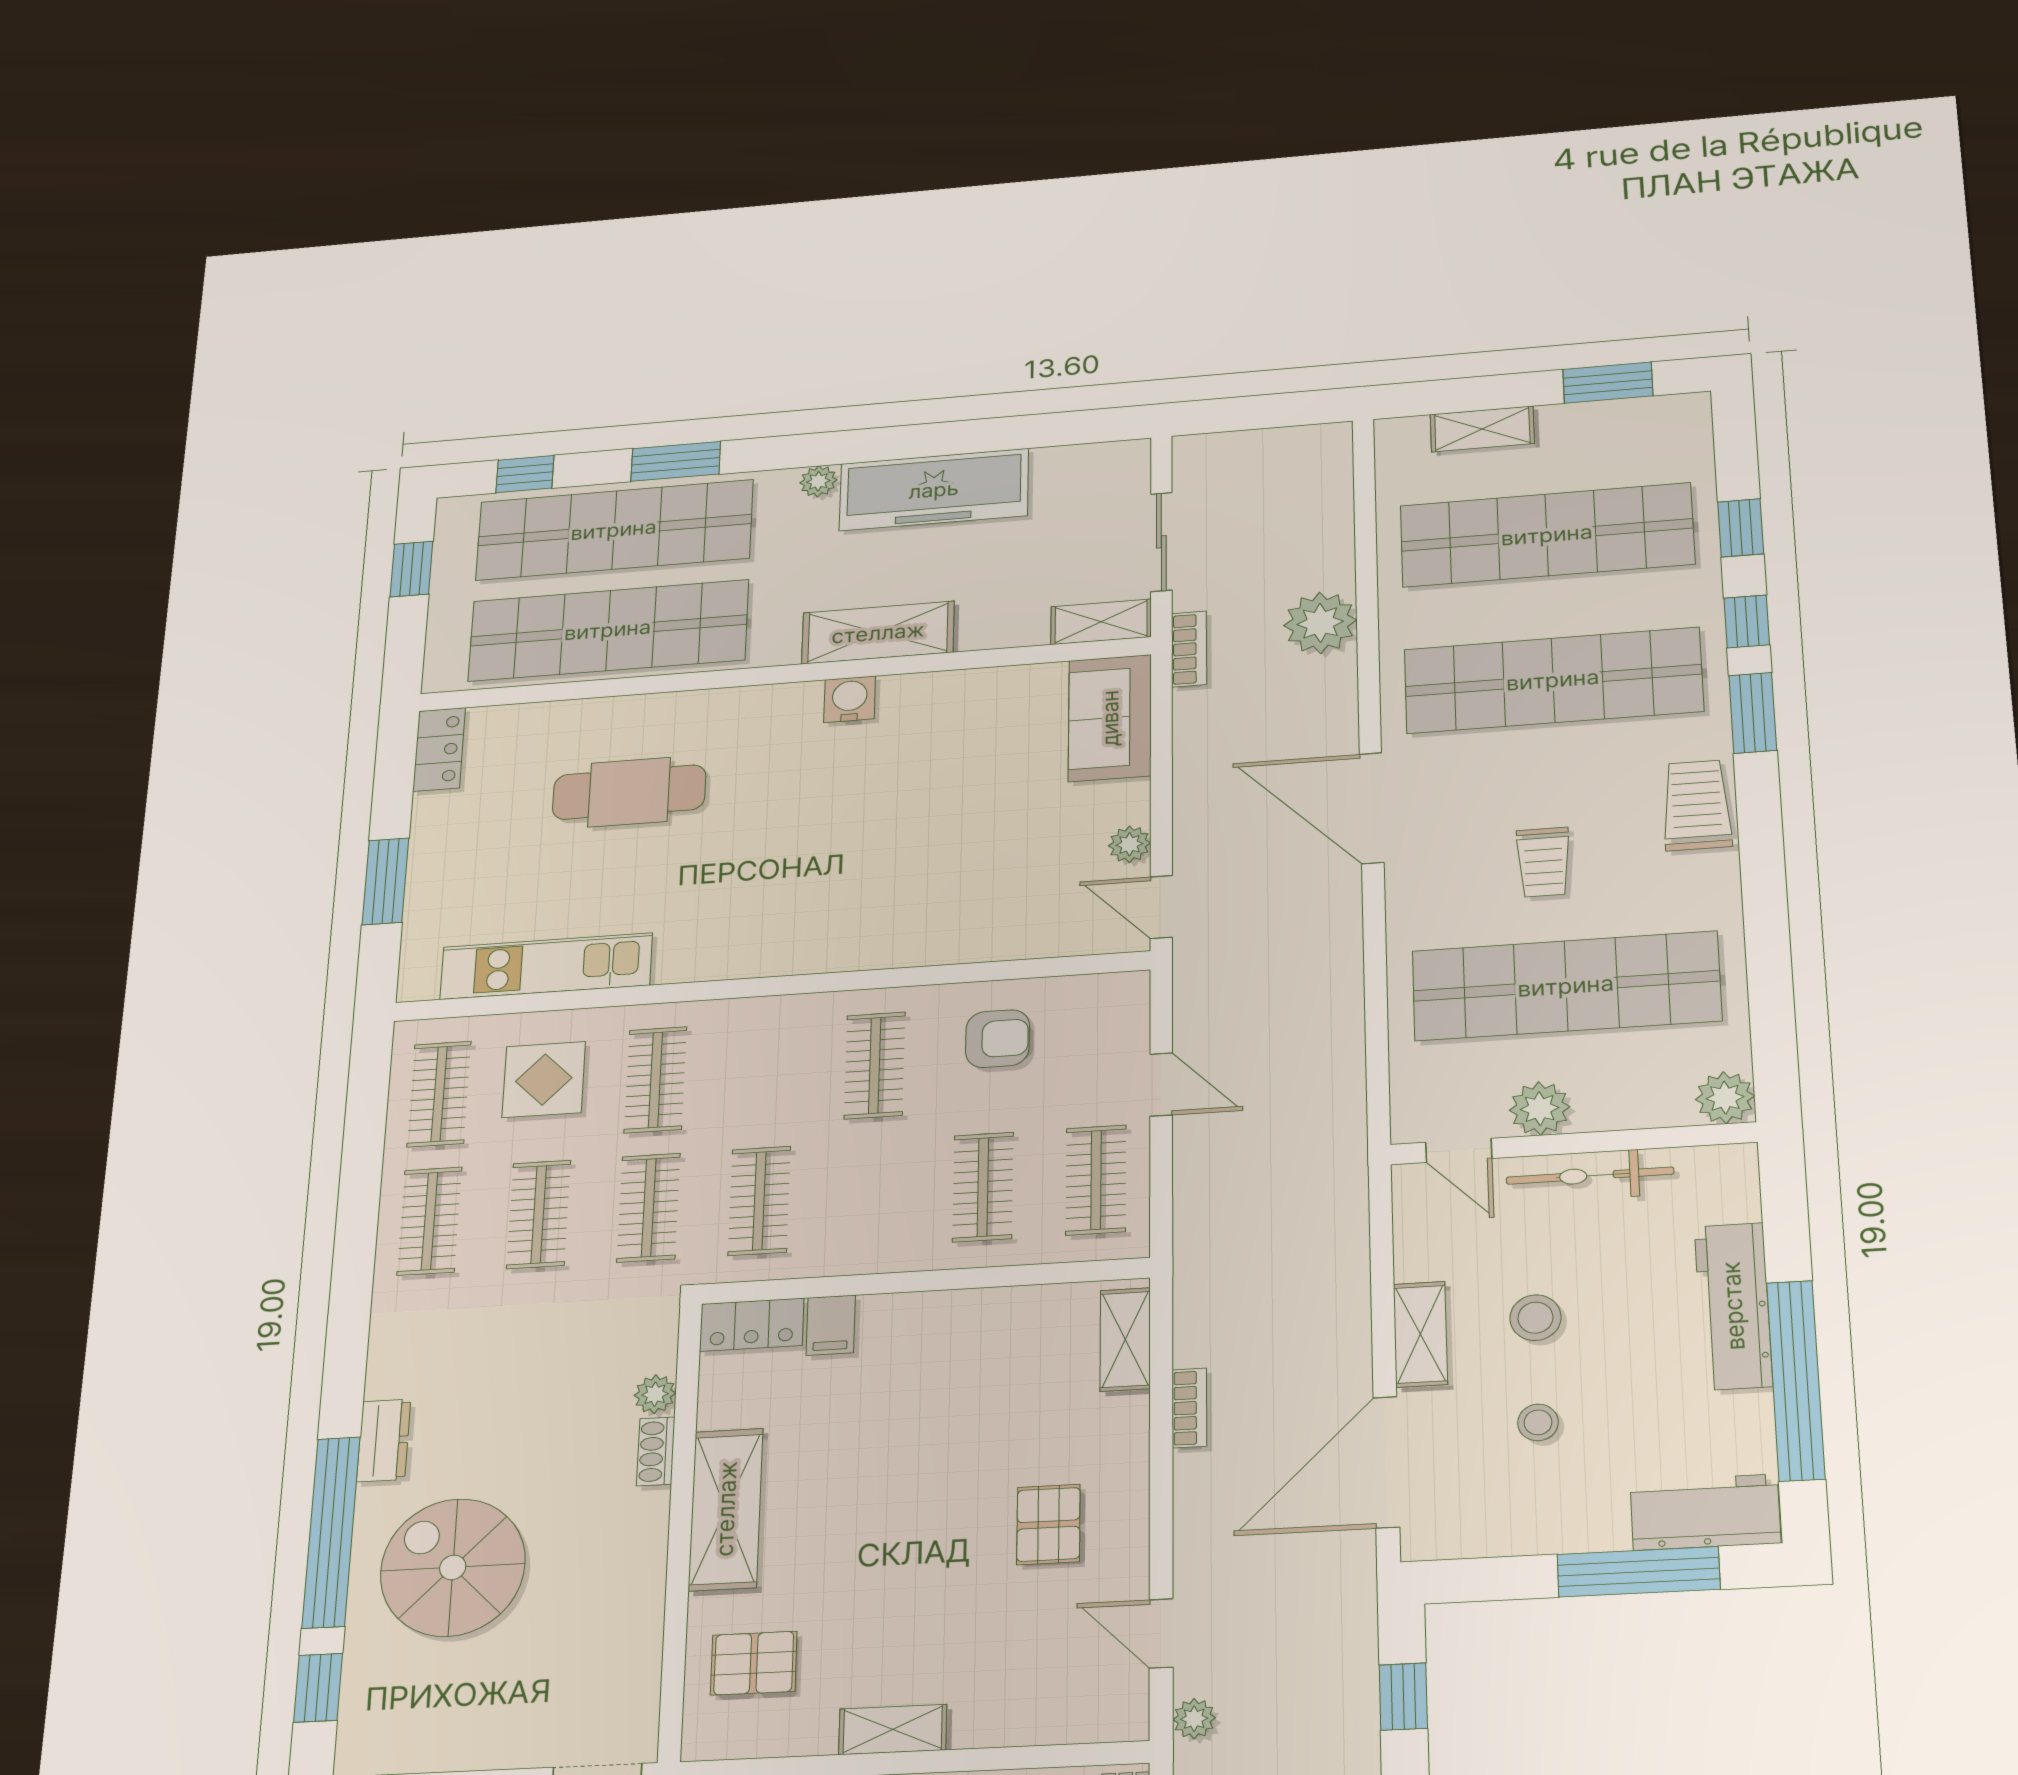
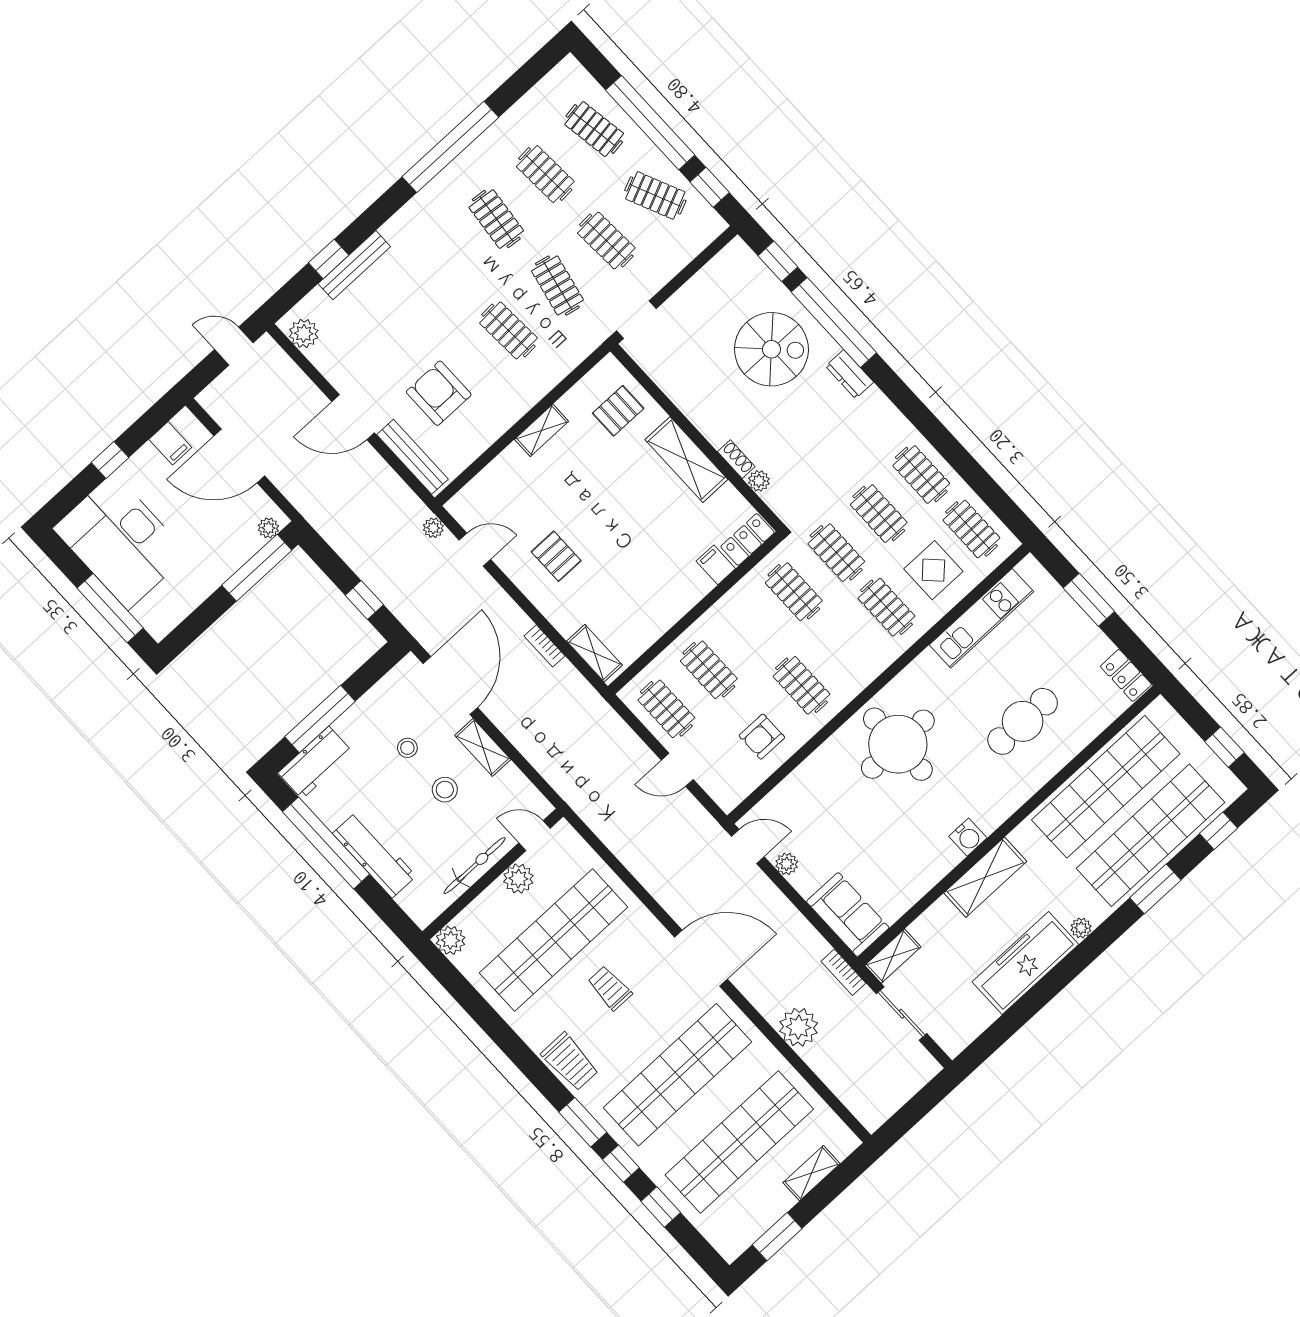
round table: (822, 887) -> (898, 744), added

